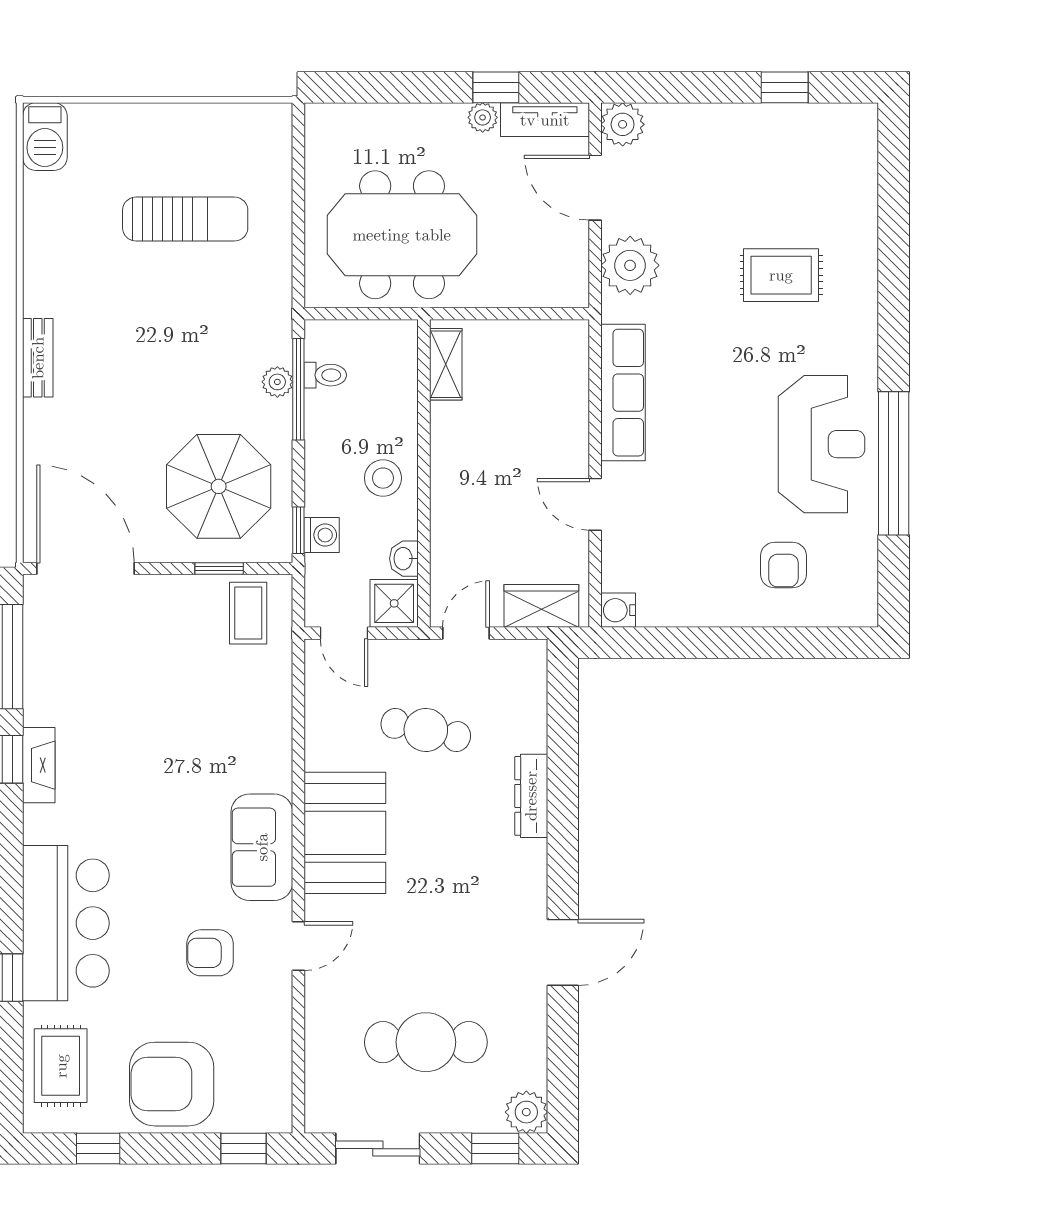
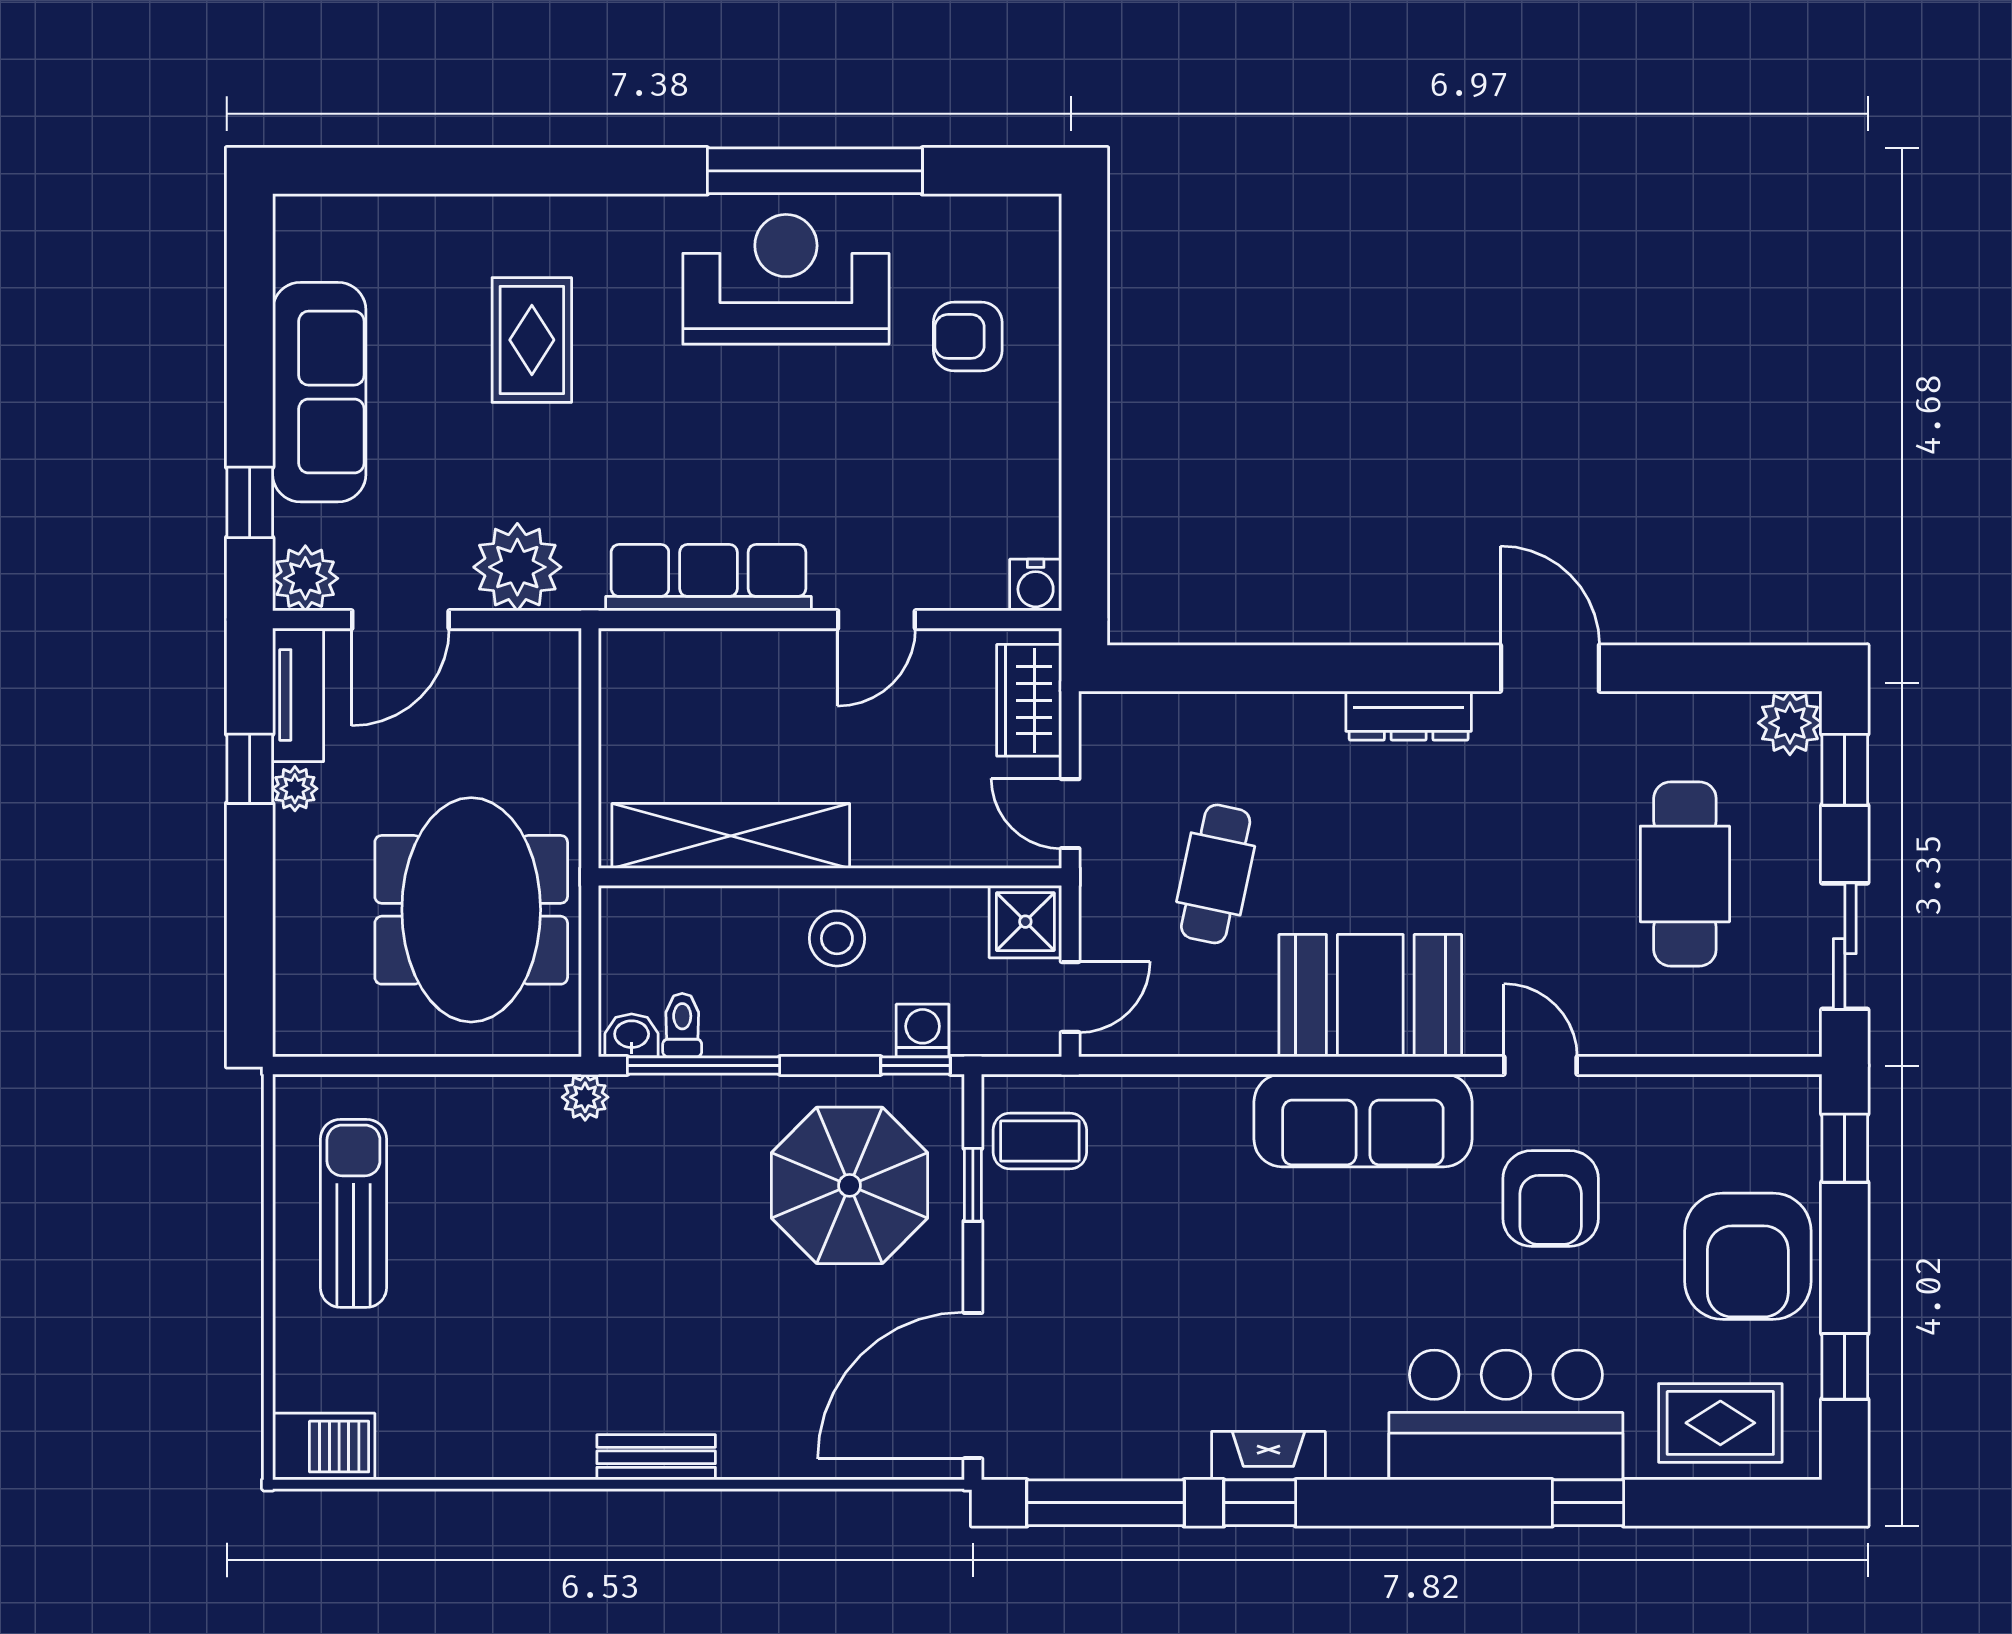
window: (785, 87) -> (250, 502), moved
sofa: (746, 134) -> (319, 392), added
sun lounger: (185, 219) -> (353, 1213), moved
shelving: (446, 364) -> (731, 836), width x2.20, depth x1.33
plant: (277, 382) -> (585, 1097), moved
washbasin: (404, 559) -> (632, 1035), moved, turned 180
armchair: (783, 565) -> (968, 336), turned 180
dresser: (531, 796) -> (1409, 716), moved
sofa: (262, 847) -> (1363, 1120), width x1.36
armchair: (210, 953) -> (1551, 1198), width x1.38, depth x1.38

